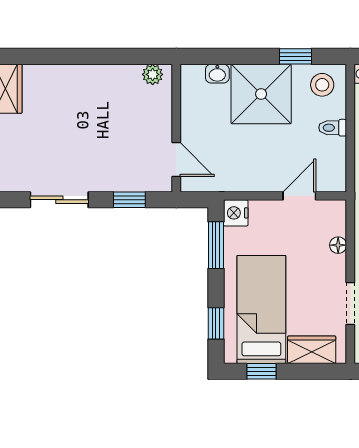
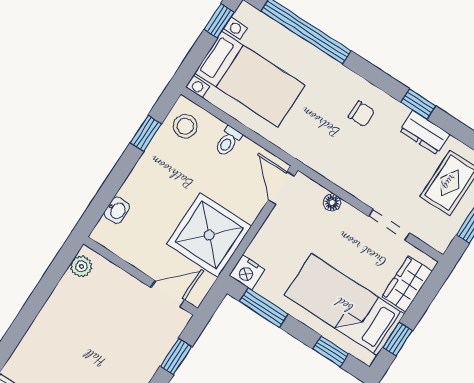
shower: (261, 94) -> (209, 235), moved
door: (299, 196) -> (281, 188), moved

